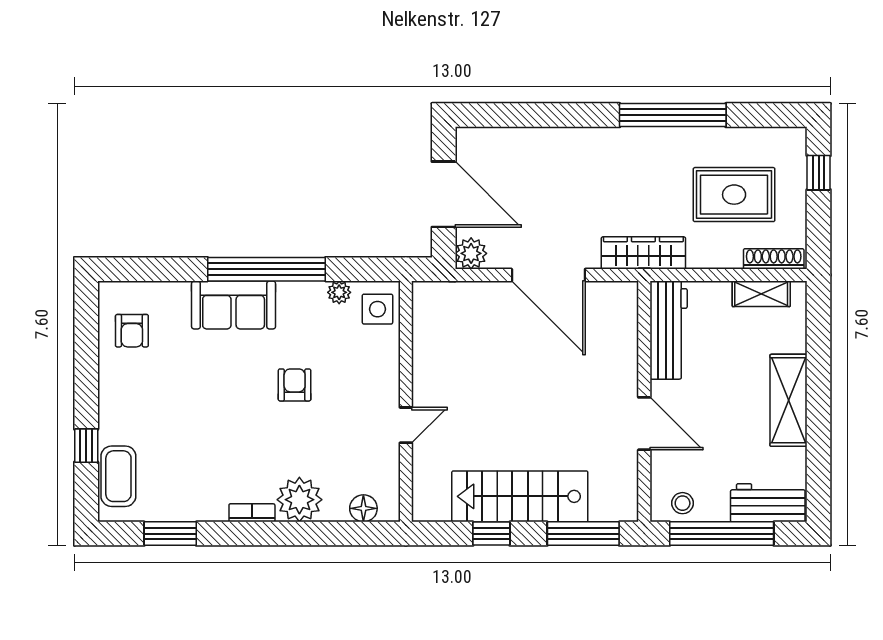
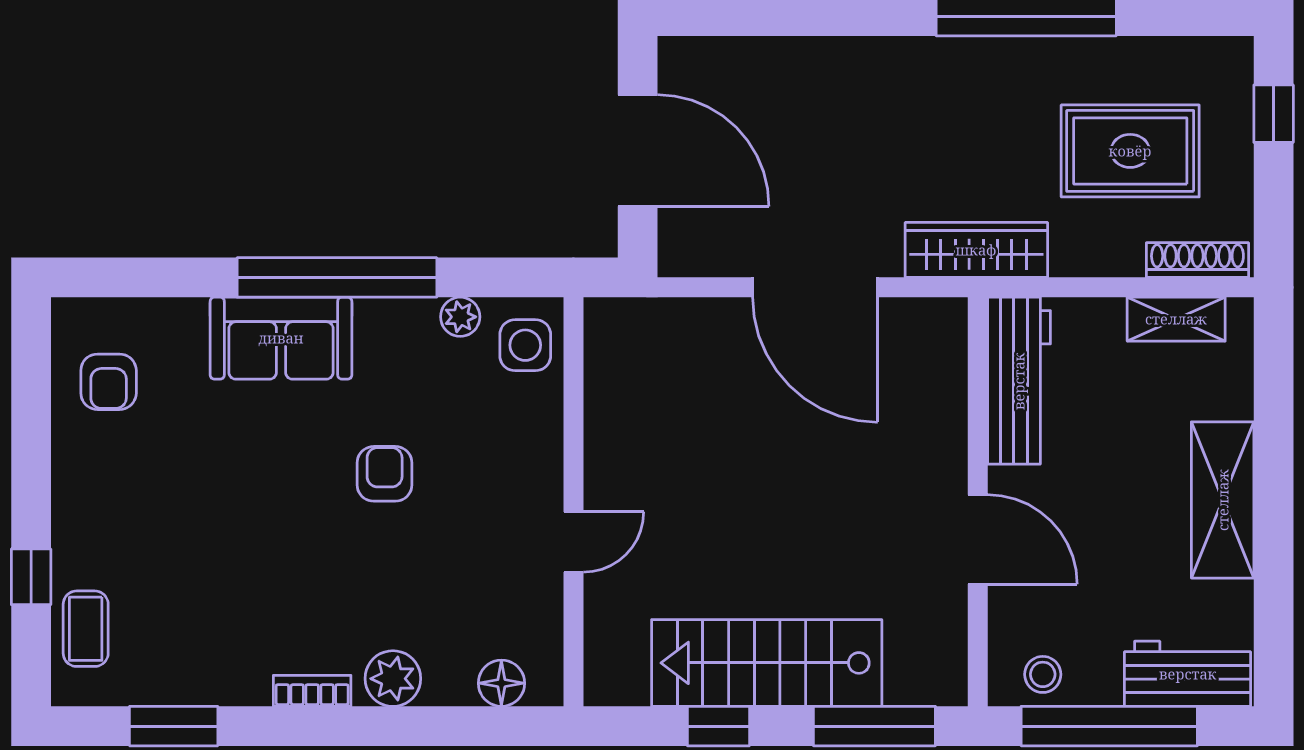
plant: (471, 253) -> (684, 251), removed
coffee table: (118, 476) -> (86, 629), width x0.73, depth x0.77
plant: (299, 500) -> (393, 679), width x0.73, depth x0.73

